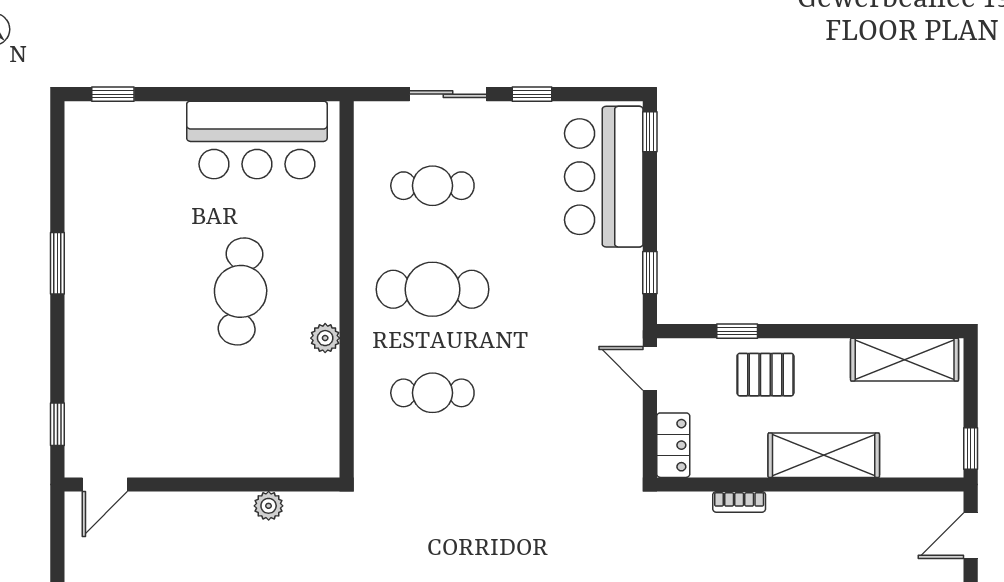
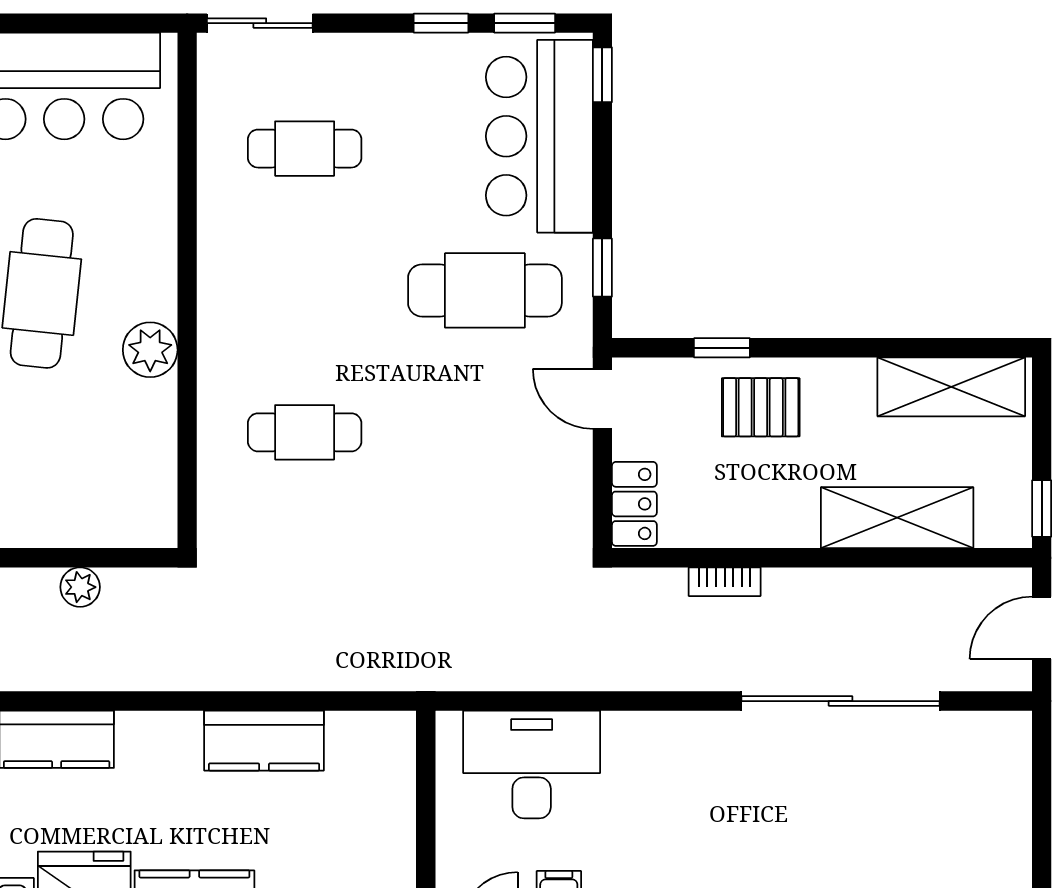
sliding door: (448, 94) -> (260, 23), moved
window: (593, 94) -> (525, 23), added
cafe table: (432, 289) -> (485, 290), moved
plant: (325, 338) -> (150, 350), width x1.38, depth x1.38
shelving: (824, 455) -> (897, 518), moved

